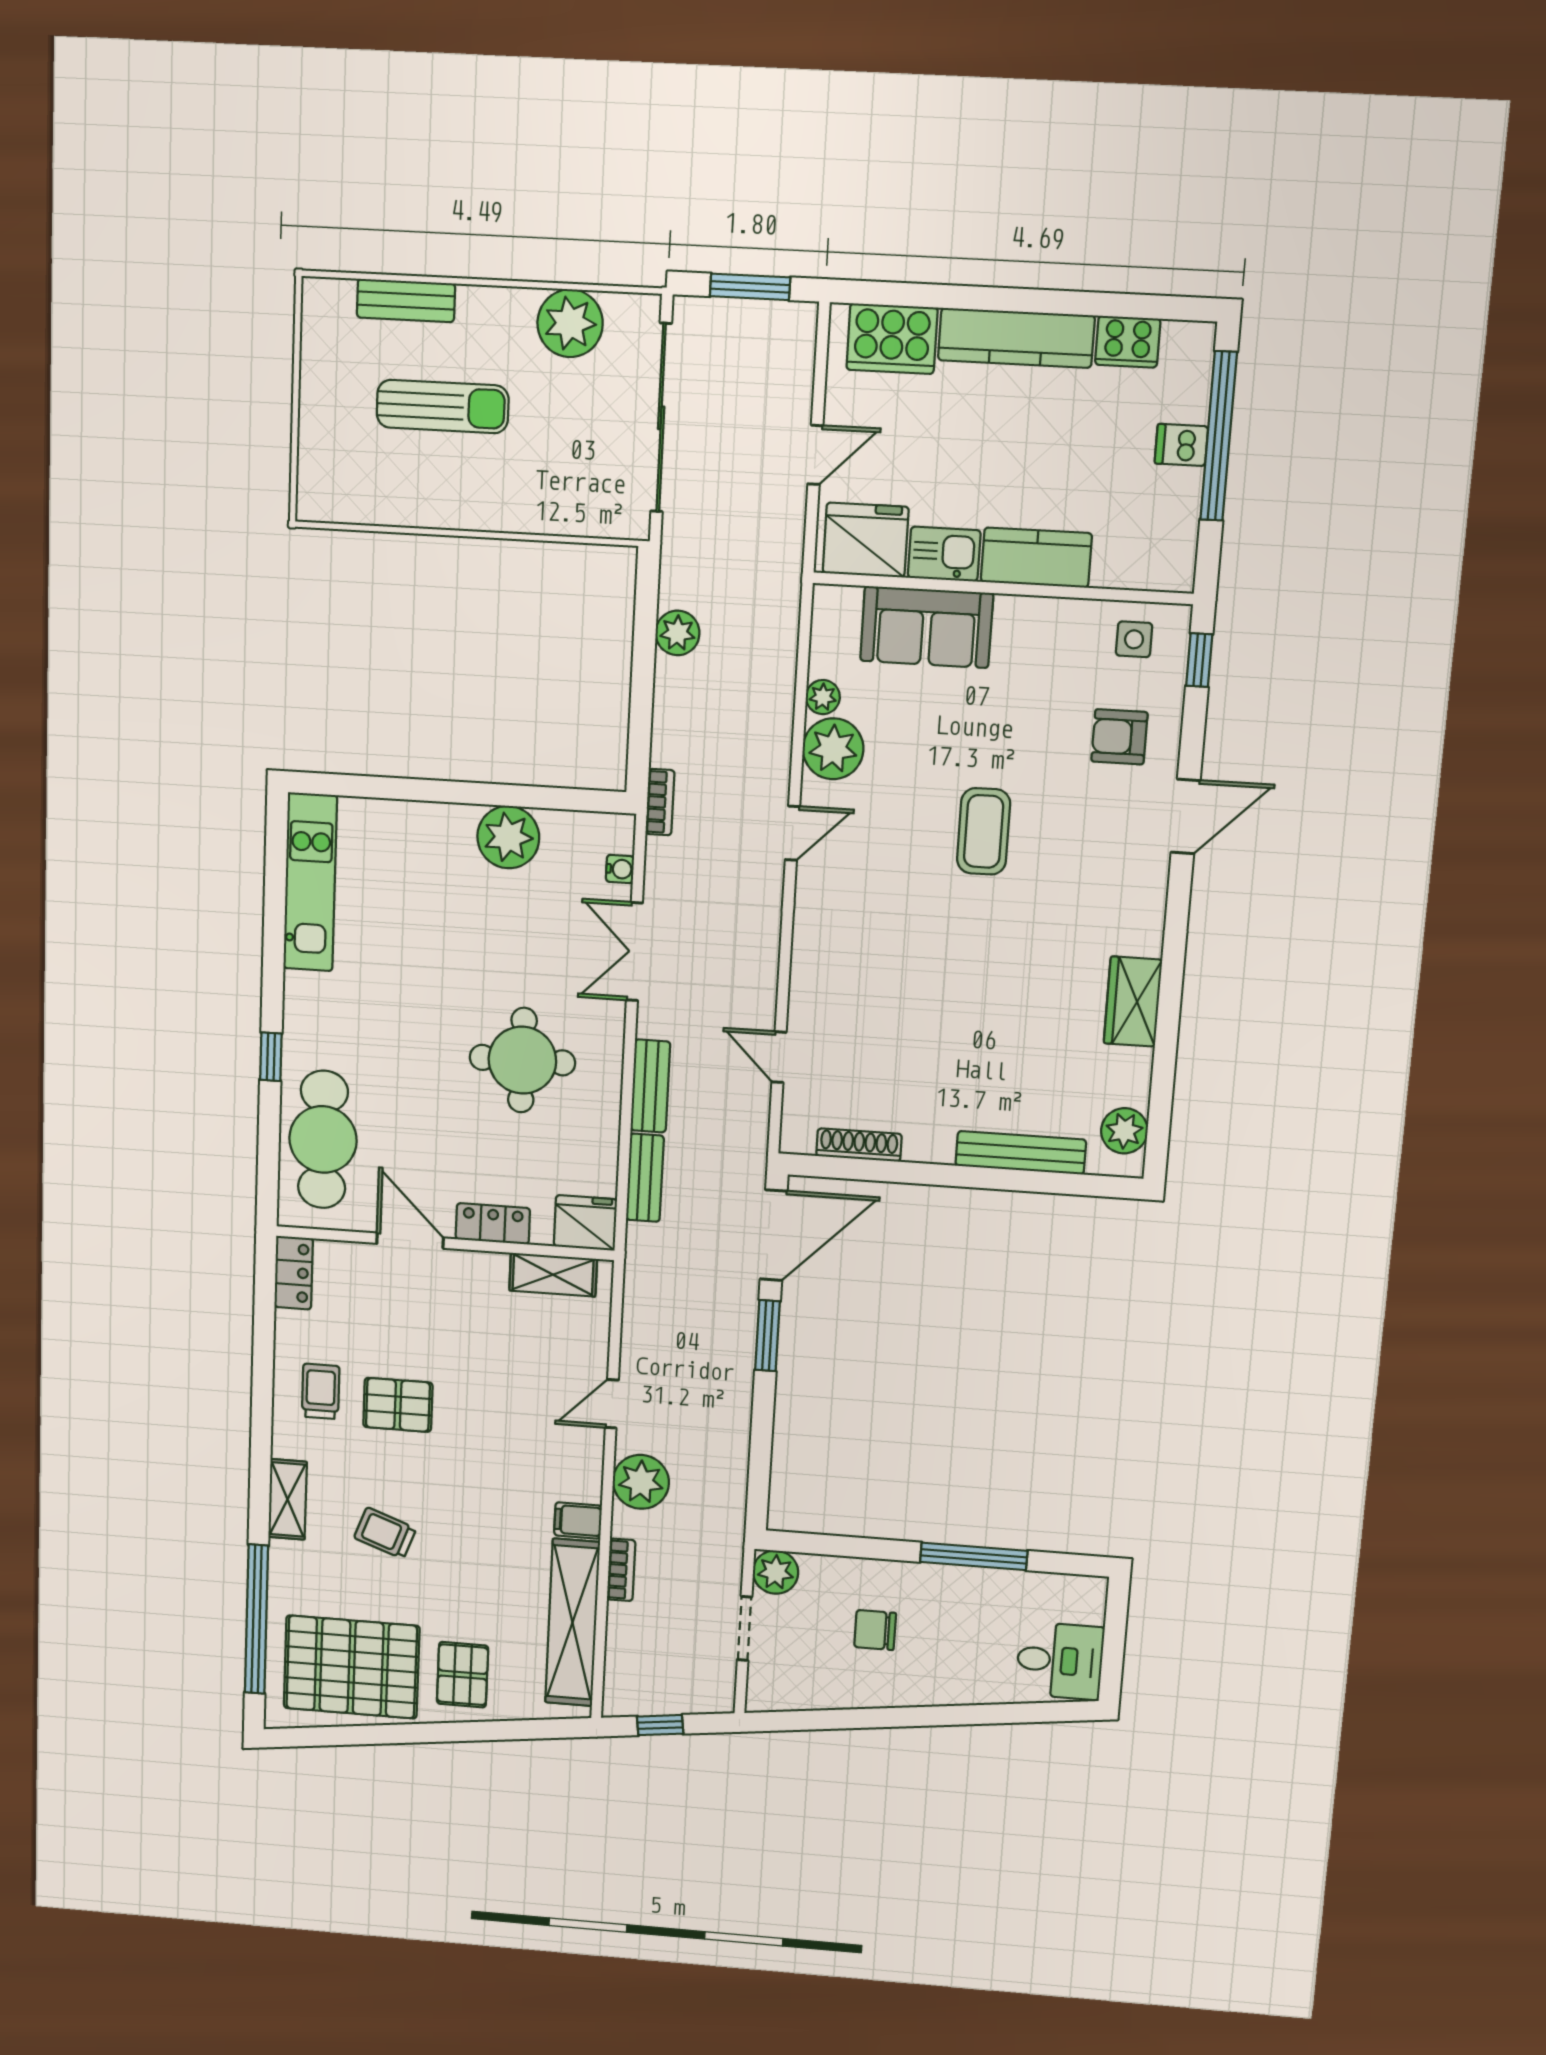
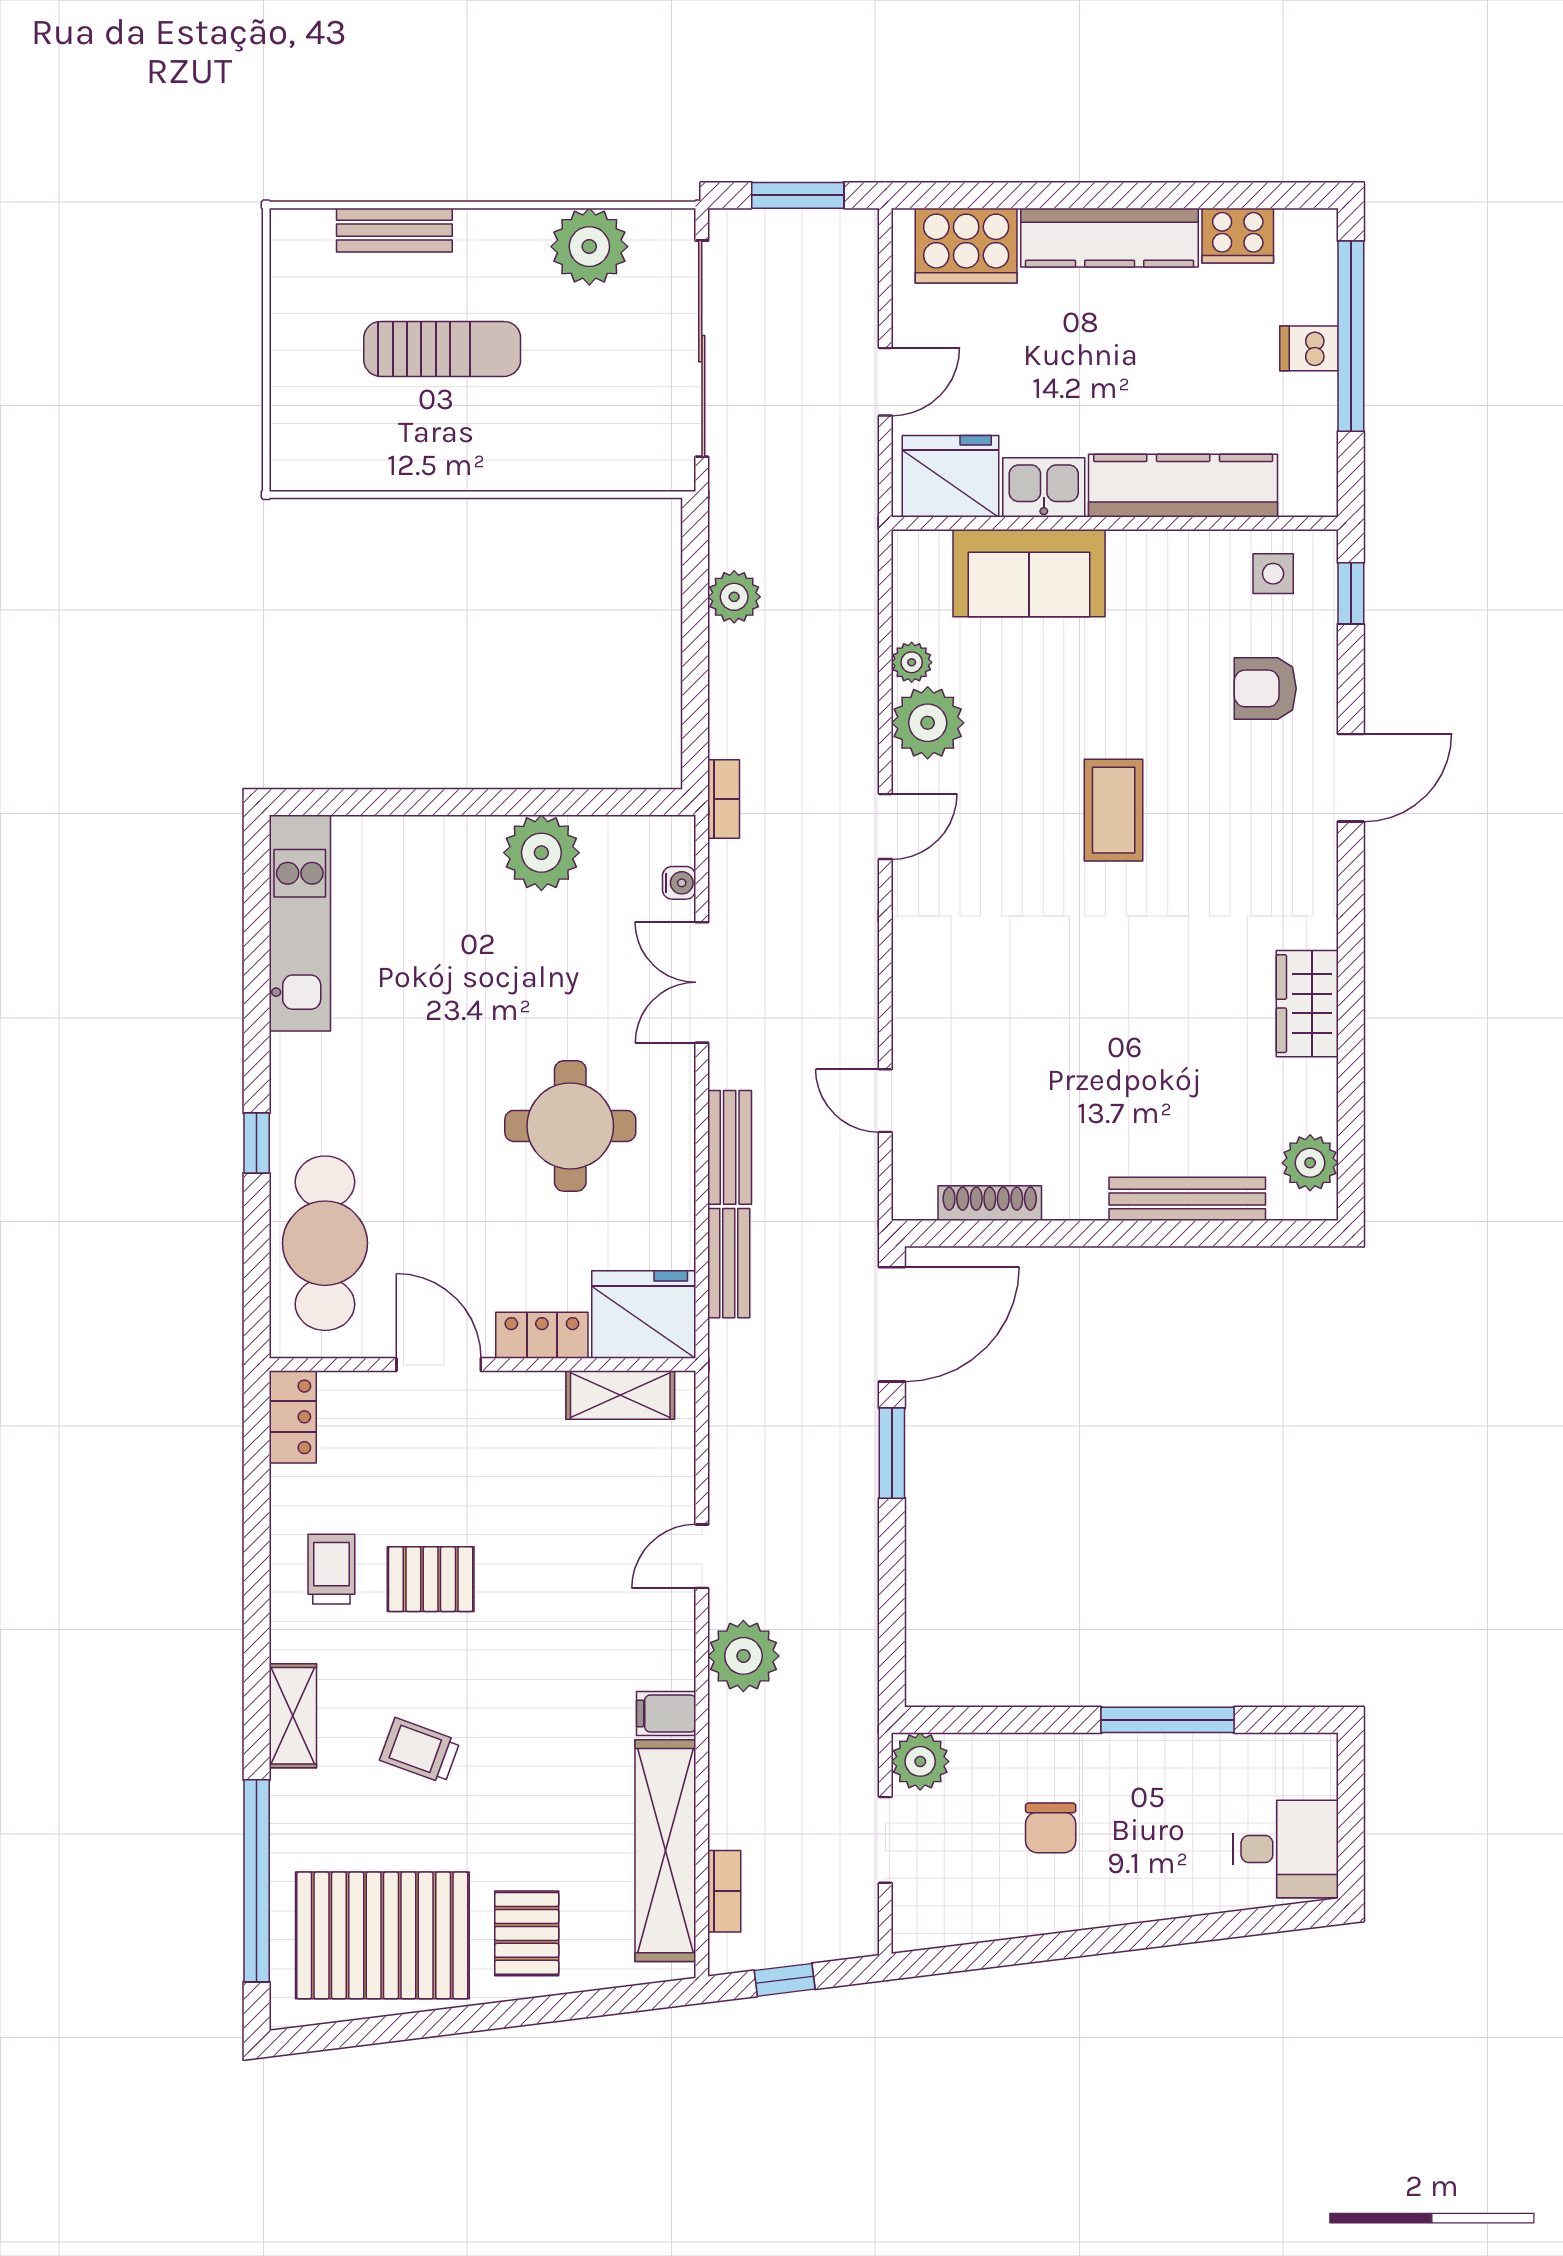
kitchen counter: (1036, 558) -> (1183, 486), width x1.50
fridge: (585, 1223) -> (644, 1314), width x1.36, depth x1.34
bookcase: (621, 1570) -> (724, 1891), moved
chair: (875, 1630) -> (1051, 1828), turned -90

